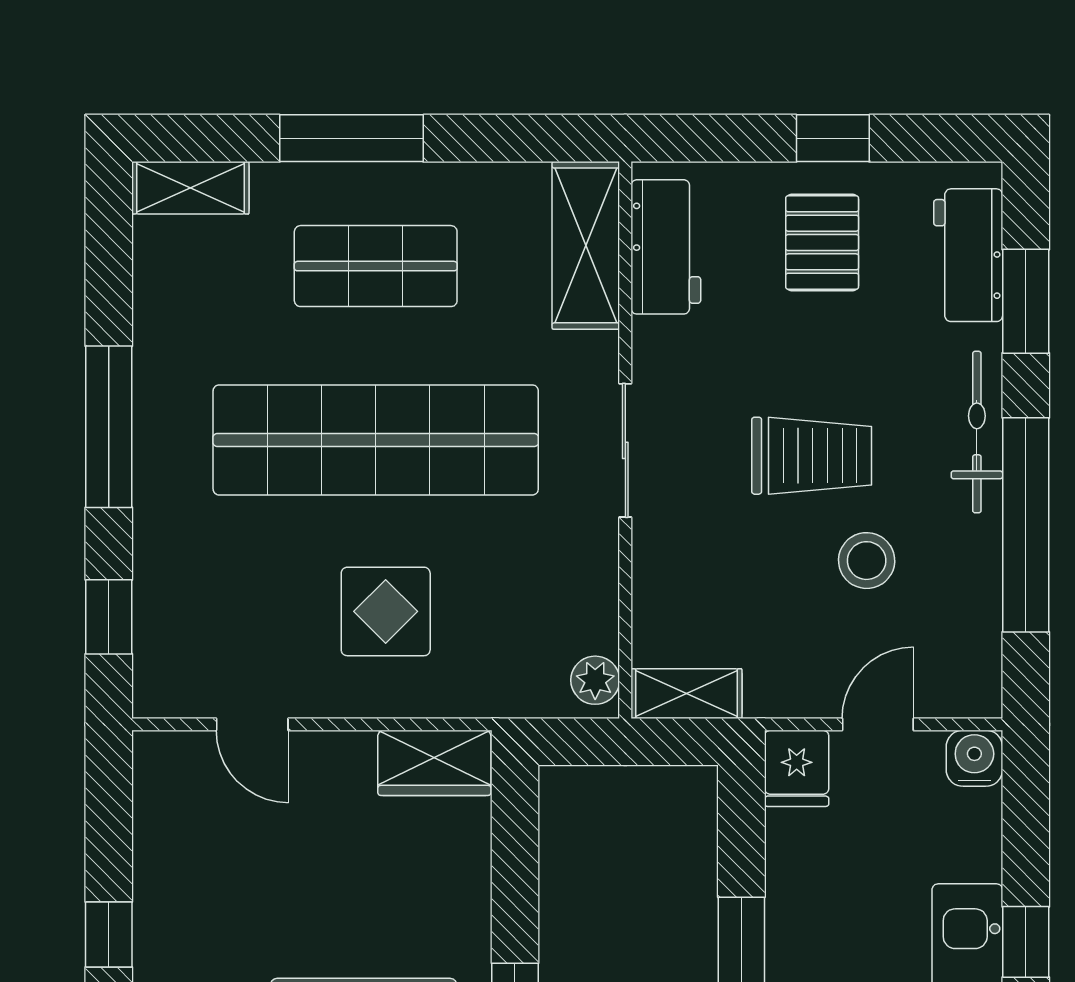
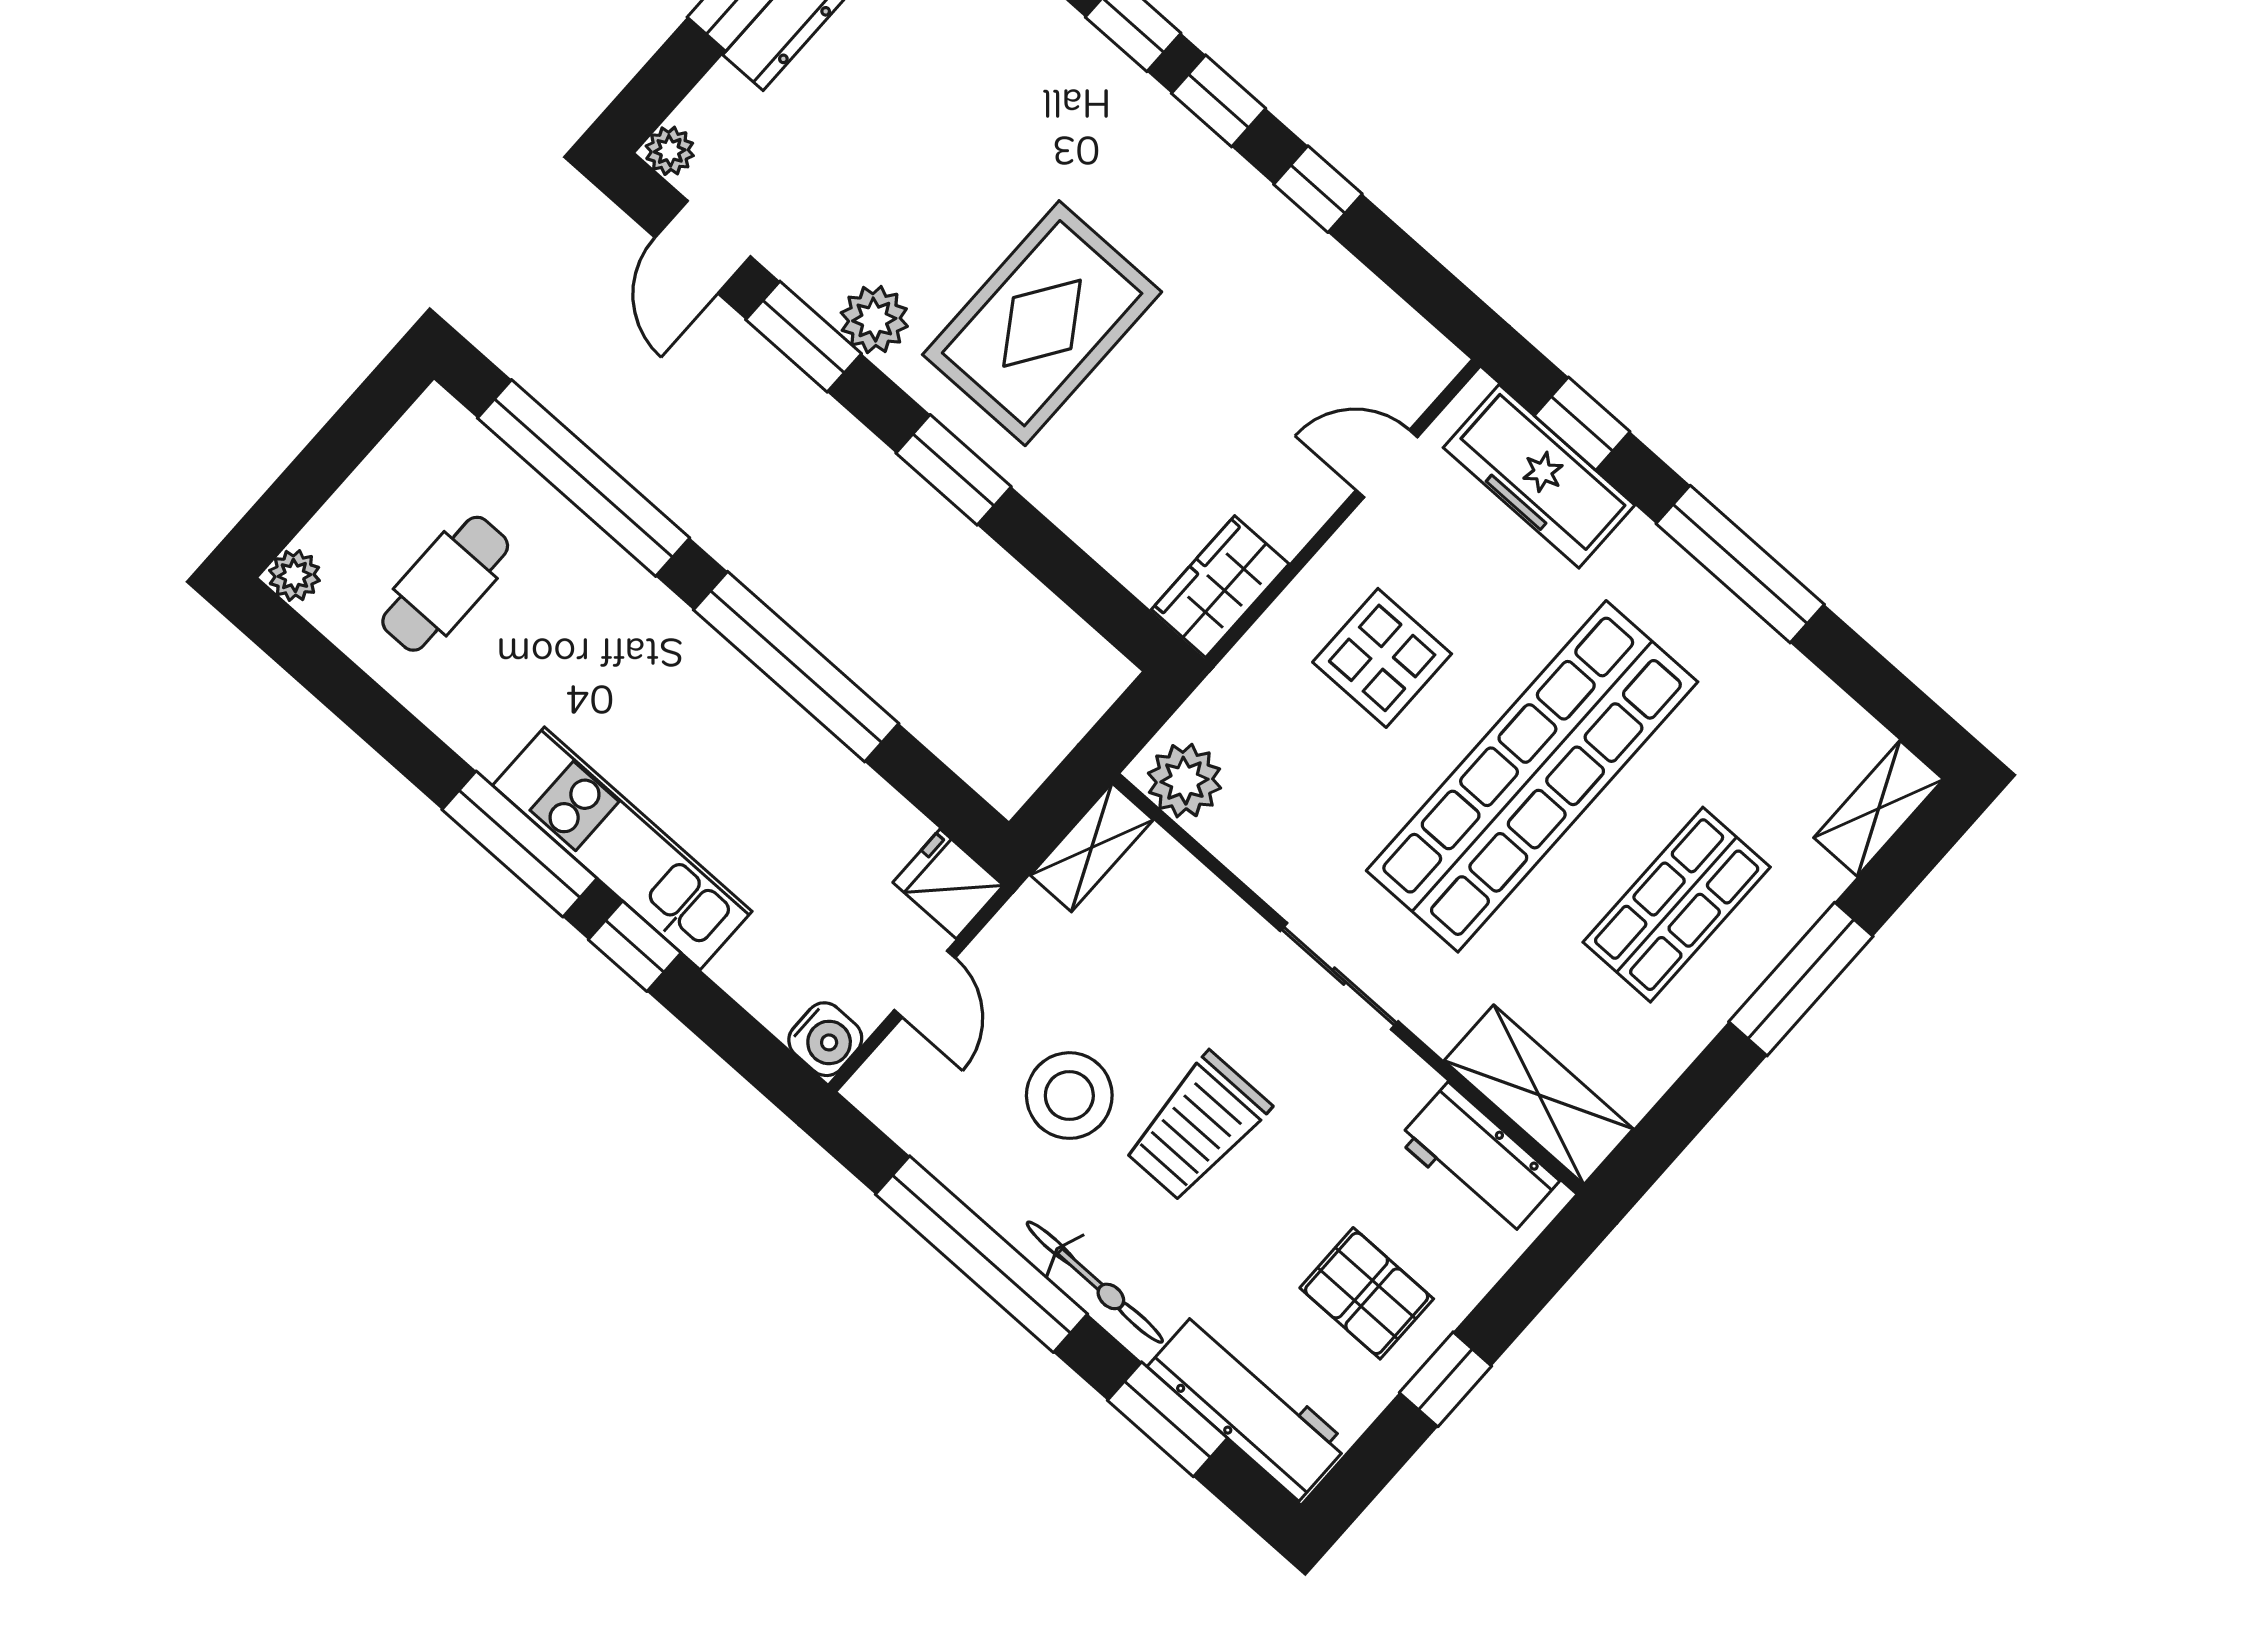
workbench: (968, 255) -> (1248, 1405), width x1.38
stool: (867, 561) -> (1069, 1096), width x1.38, depth x1.38
freezer: (170, 614) -> (1539, 476), added
plant: (595, 680) -> (1184, 781), width x1.38, depth x1.38

